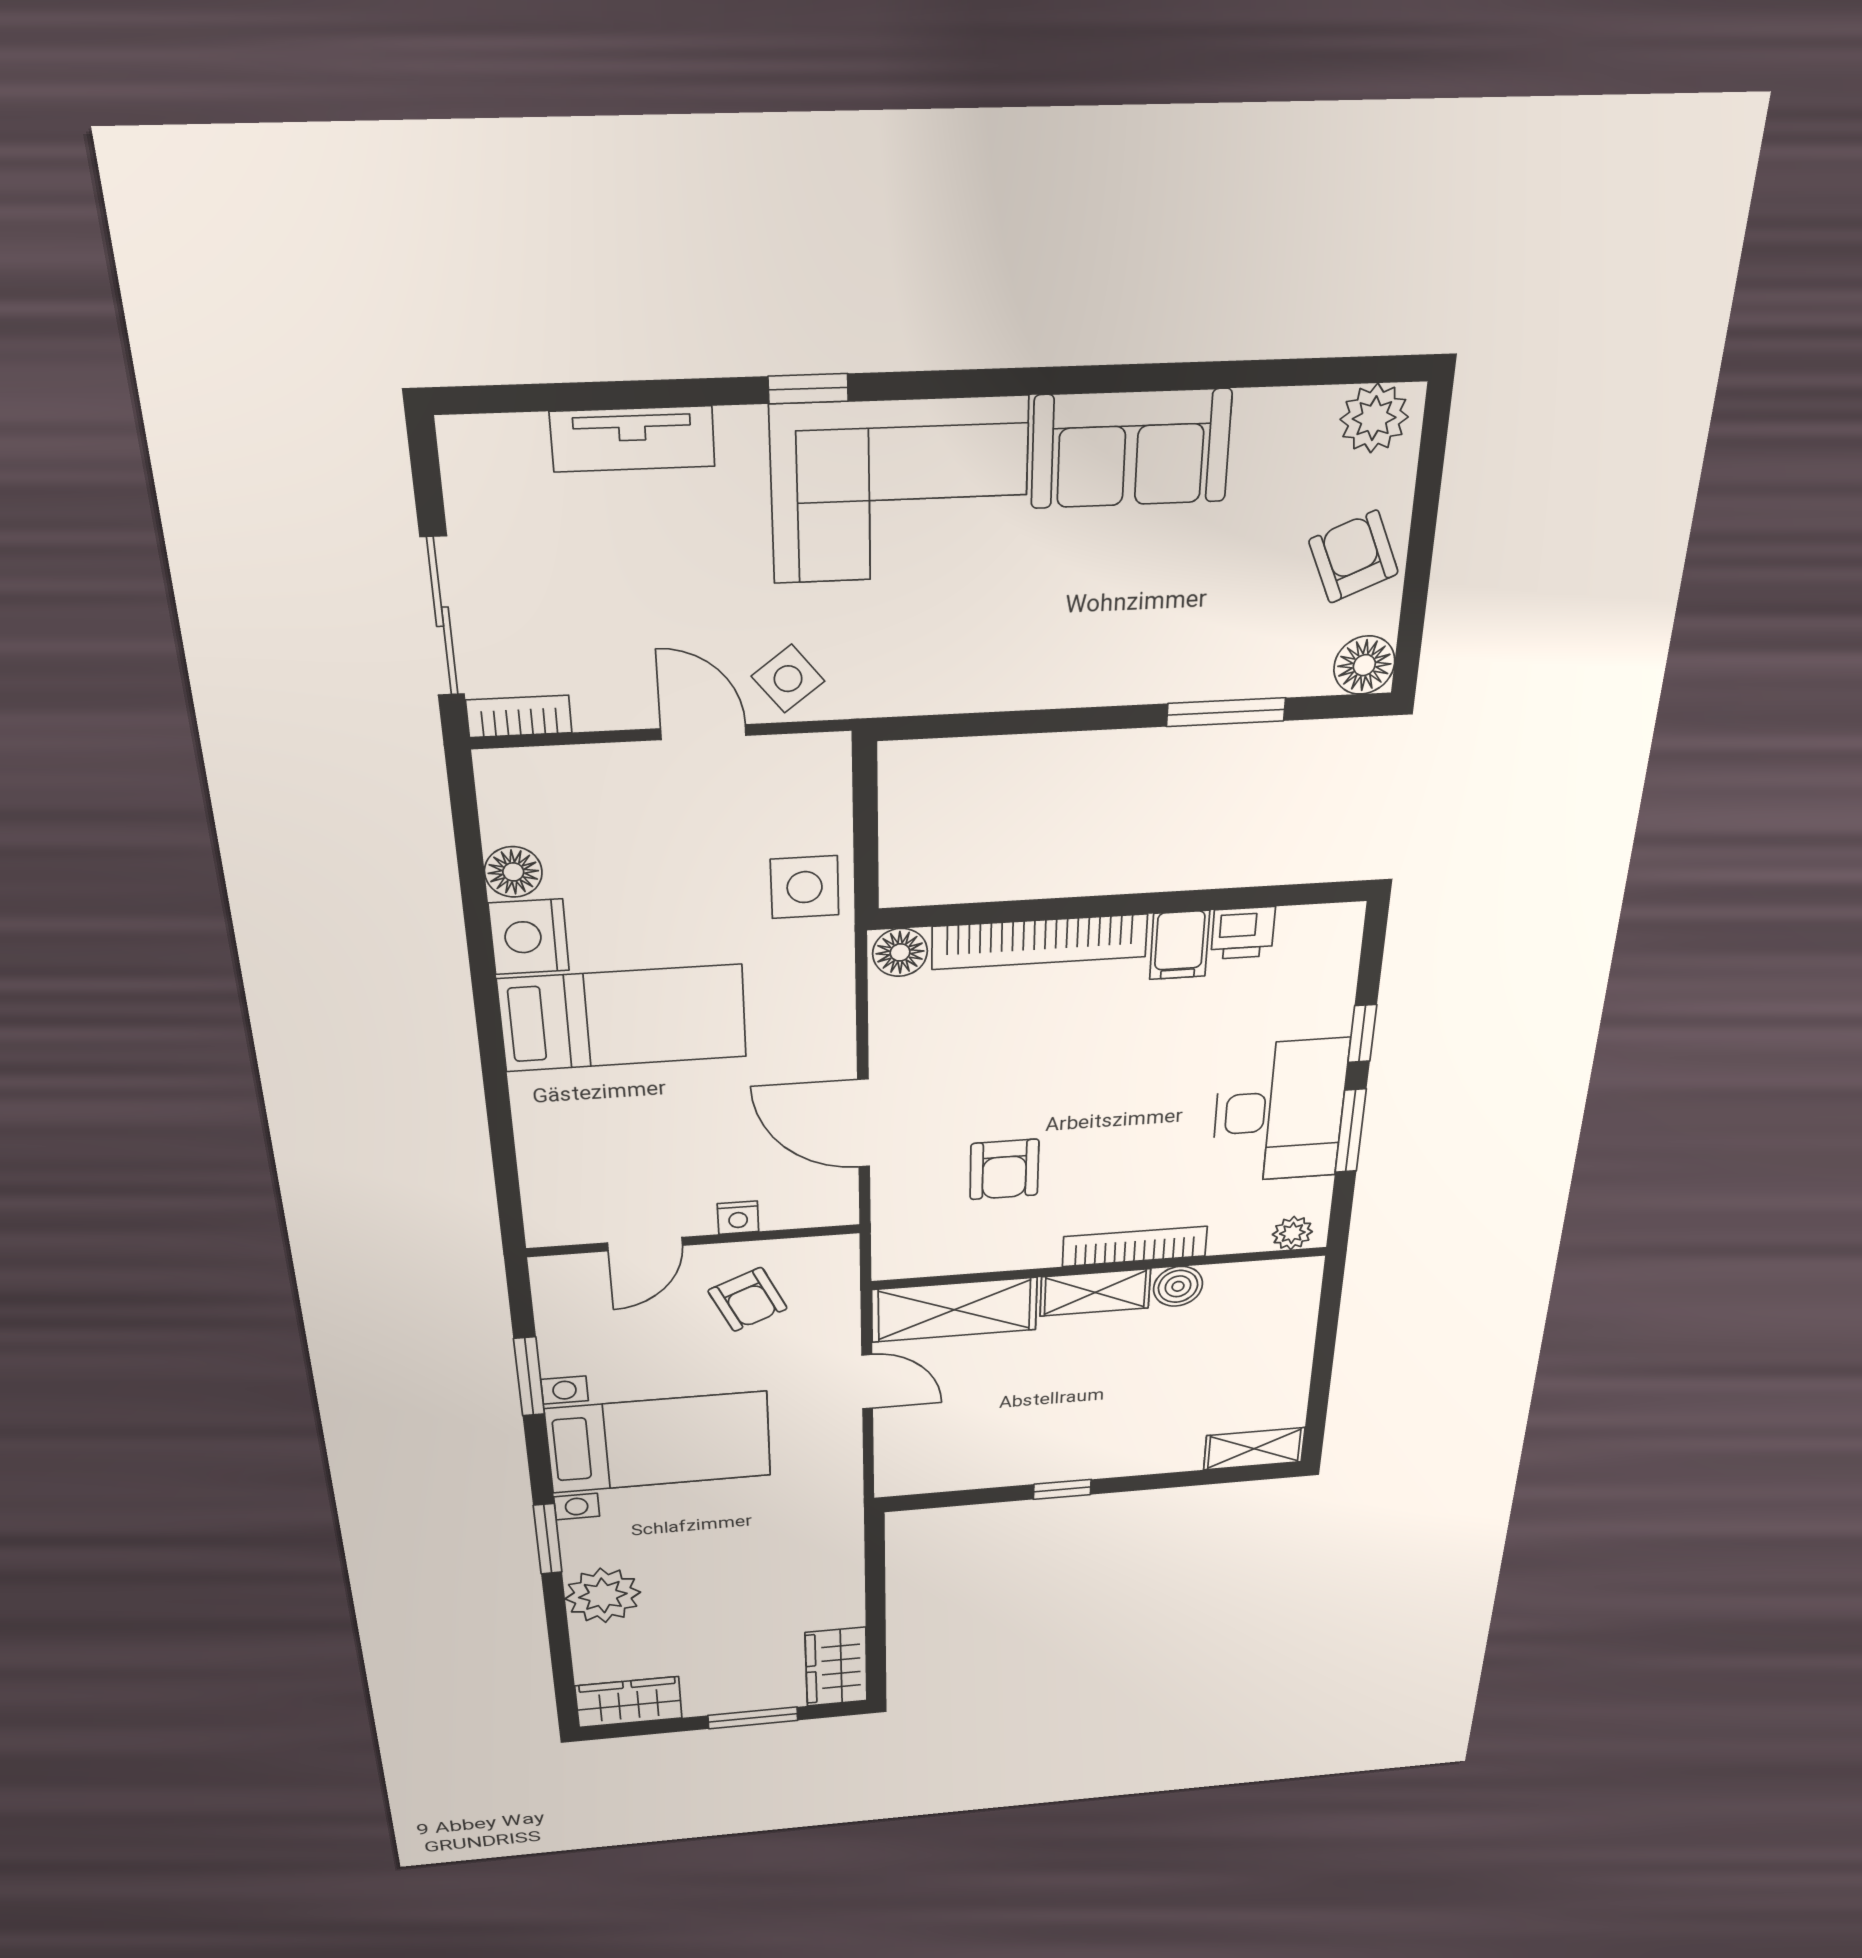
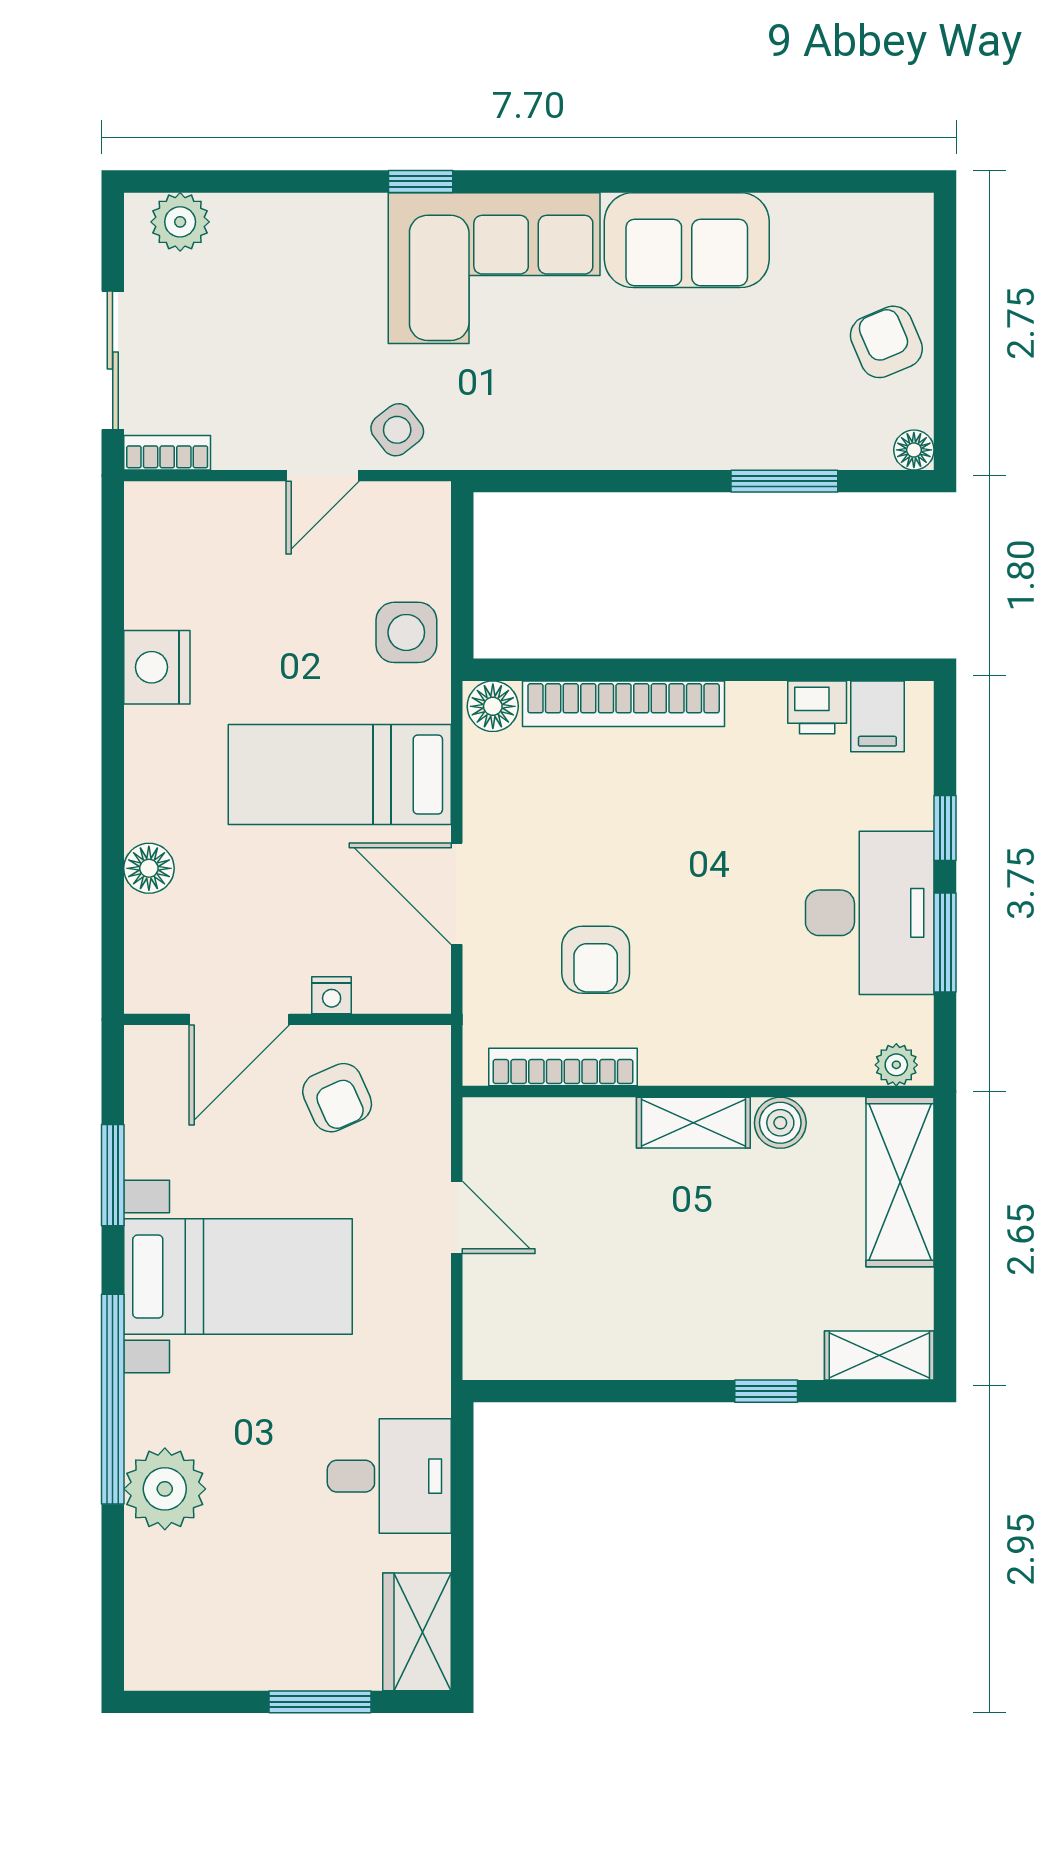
plant: (1374, 418) -> (180, 222), moved
tv unit: (633, 439) -> (278, 217), removed
floor lamp: (1364, 665) -> (914, 450), width x0.73, depth x0.73
door: (703, 732) -> (323, 476), swing flipped
floor lamp: (513, 872) -> (149, 868), moved
filing cabinet: (1179, 945) -> (877, 716), moved
bed: (623, 1018) -> (340, 775), moved, turned 180
door: (645, 1244) -> (239, 1019), width x1.38
bookcase: (1135, 1246) -> (563, 1067), moved
shelving: (954, 1310) -> (900, 1182), moved, turned 90
window: (1062, 1489) -> (766, 1391), moved
window: (548, 1539) -> (113, 1399), width x2.11
desk: (809, 1569) -> (389, 1476), added
wardrobe: (629, 1702) -> (182, 1657), removed

